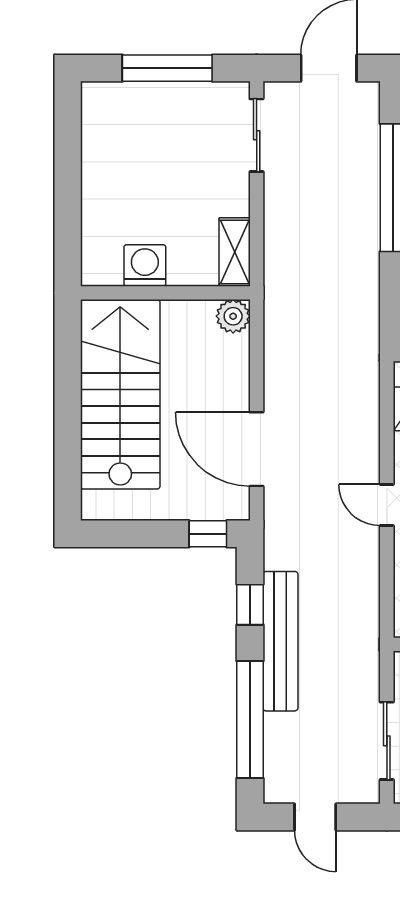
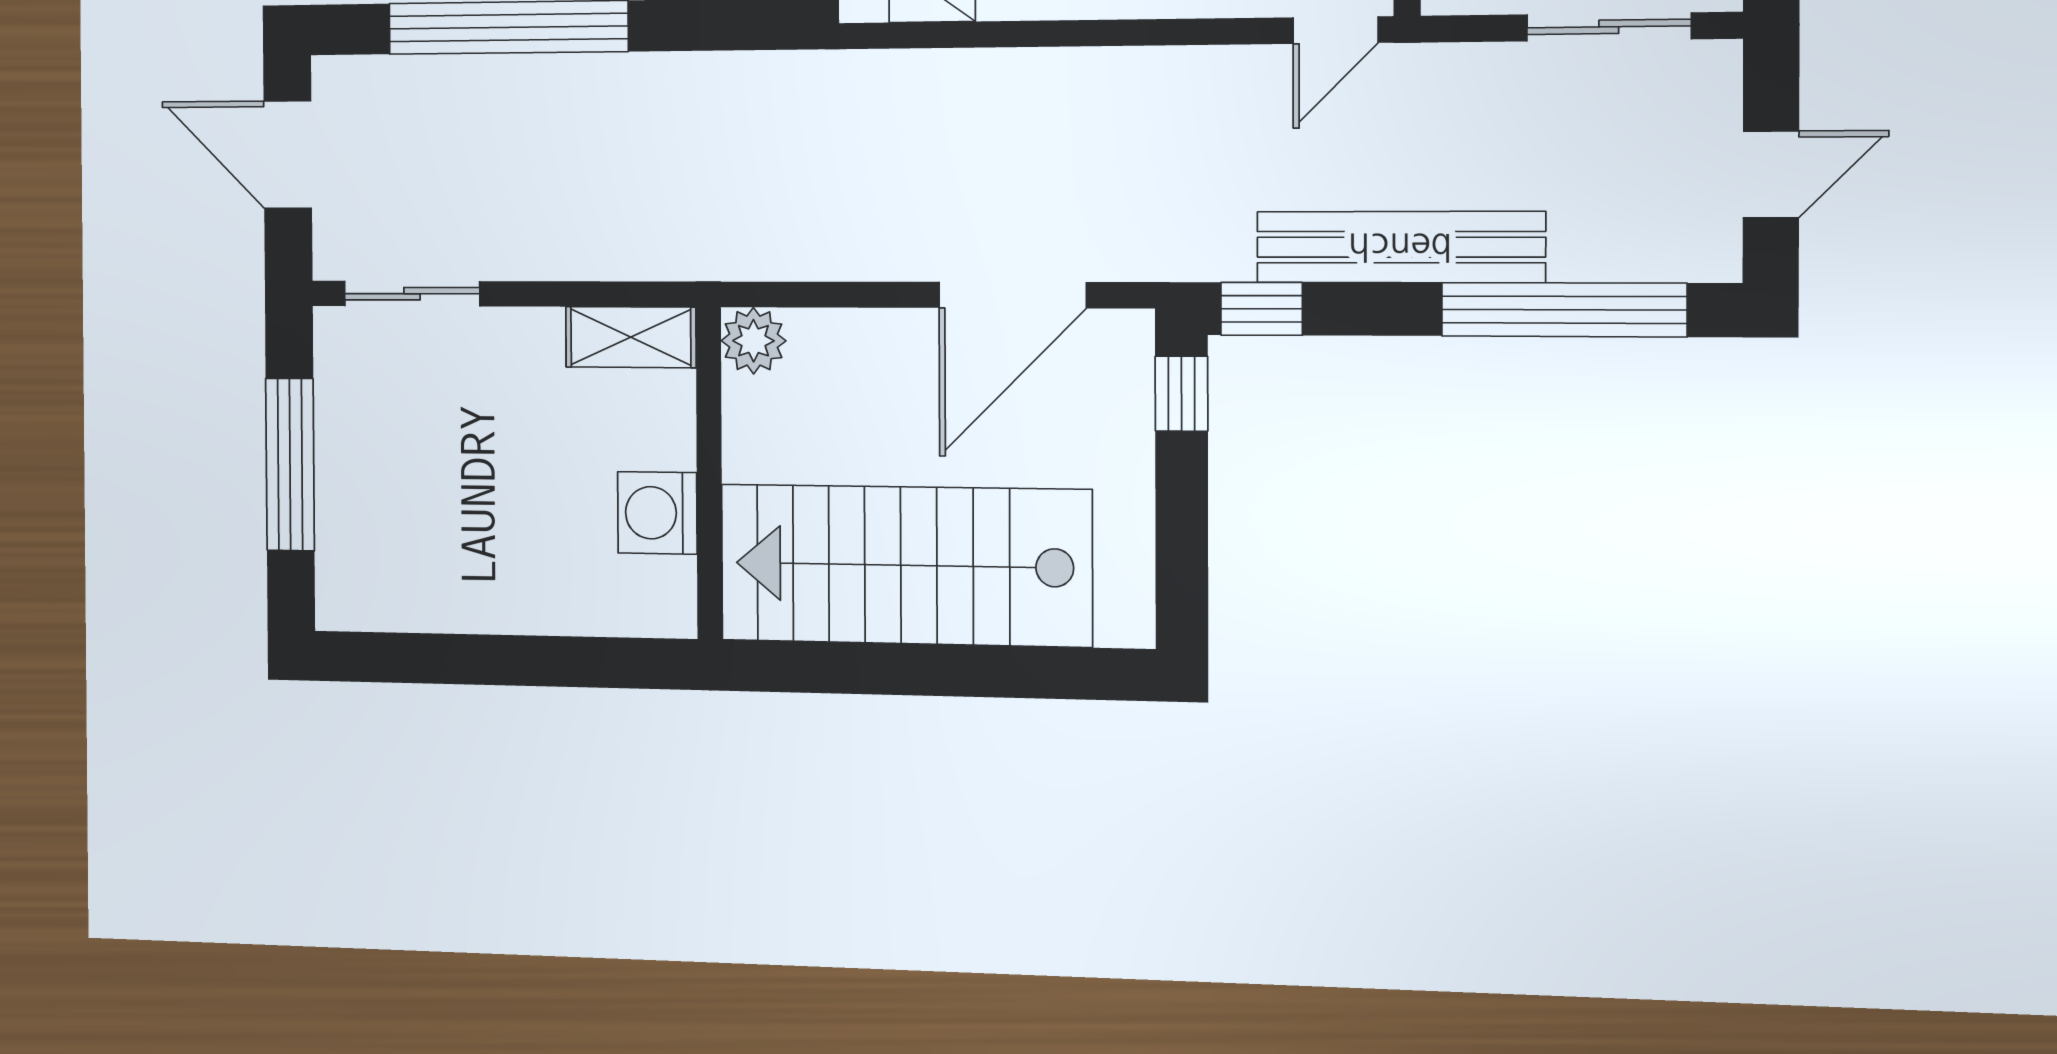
door: (387, 505) -> (1336, 30), moved
window: (250, 605) -> (1262, 309), moved

